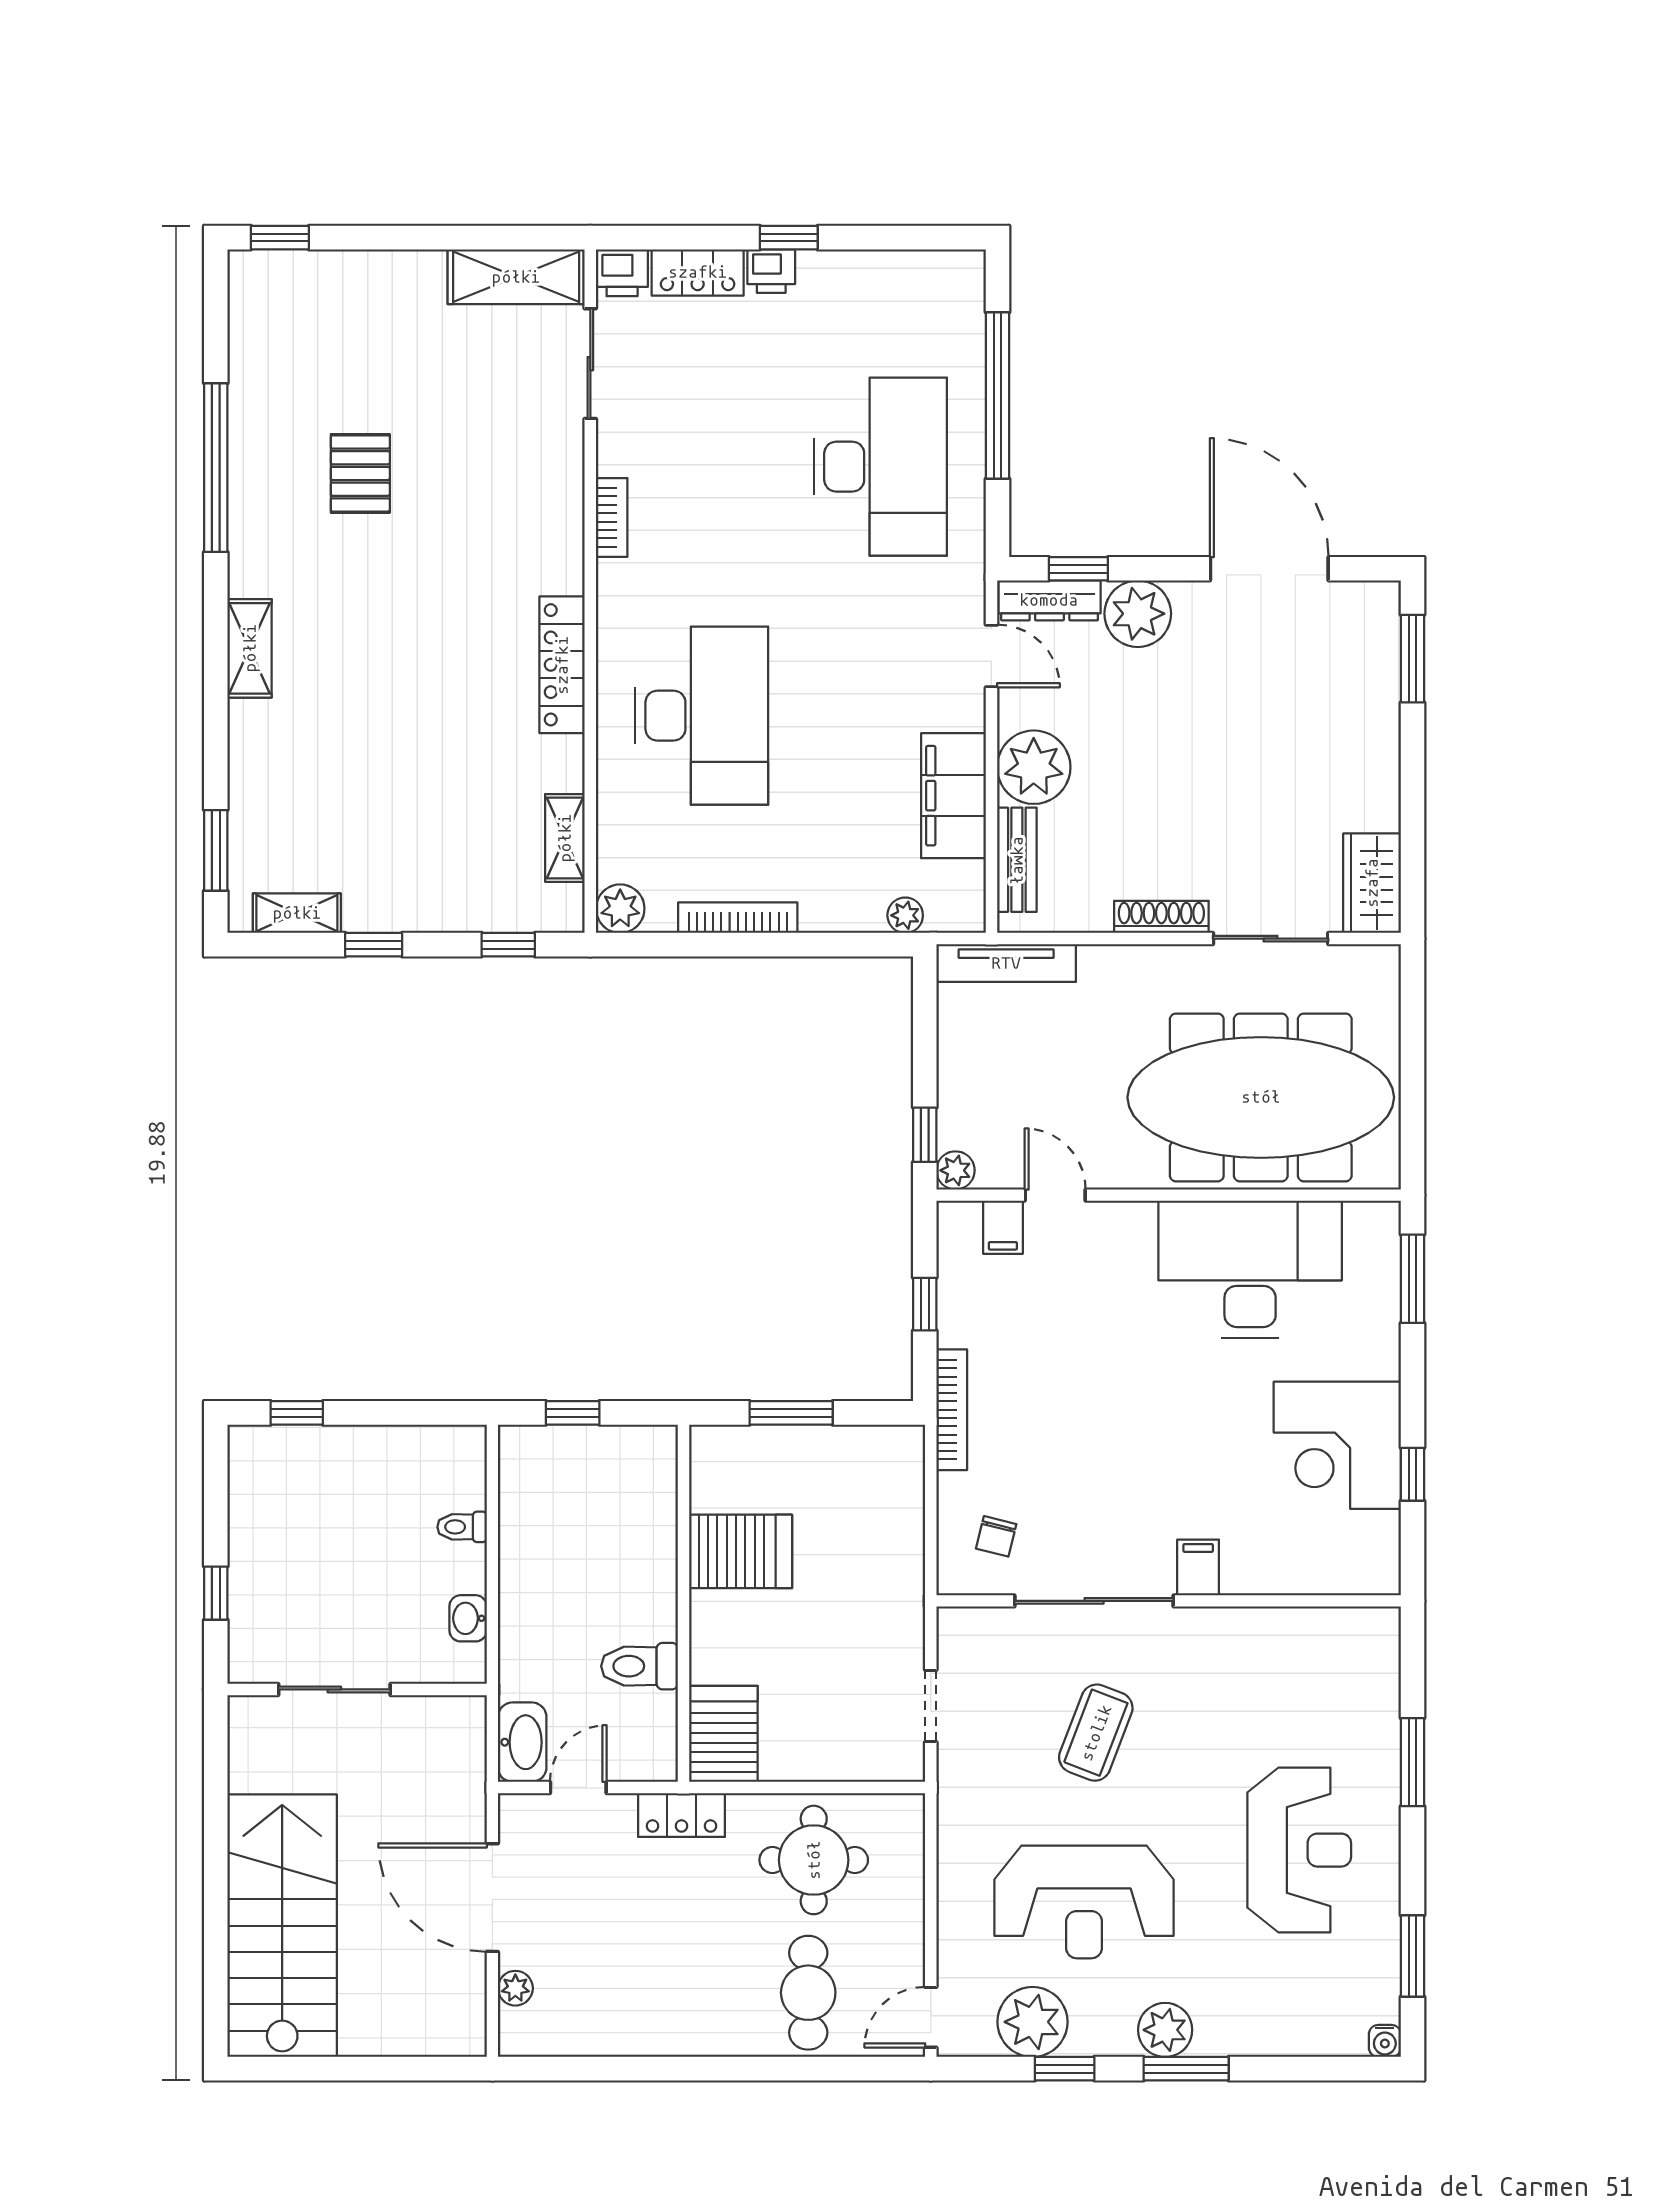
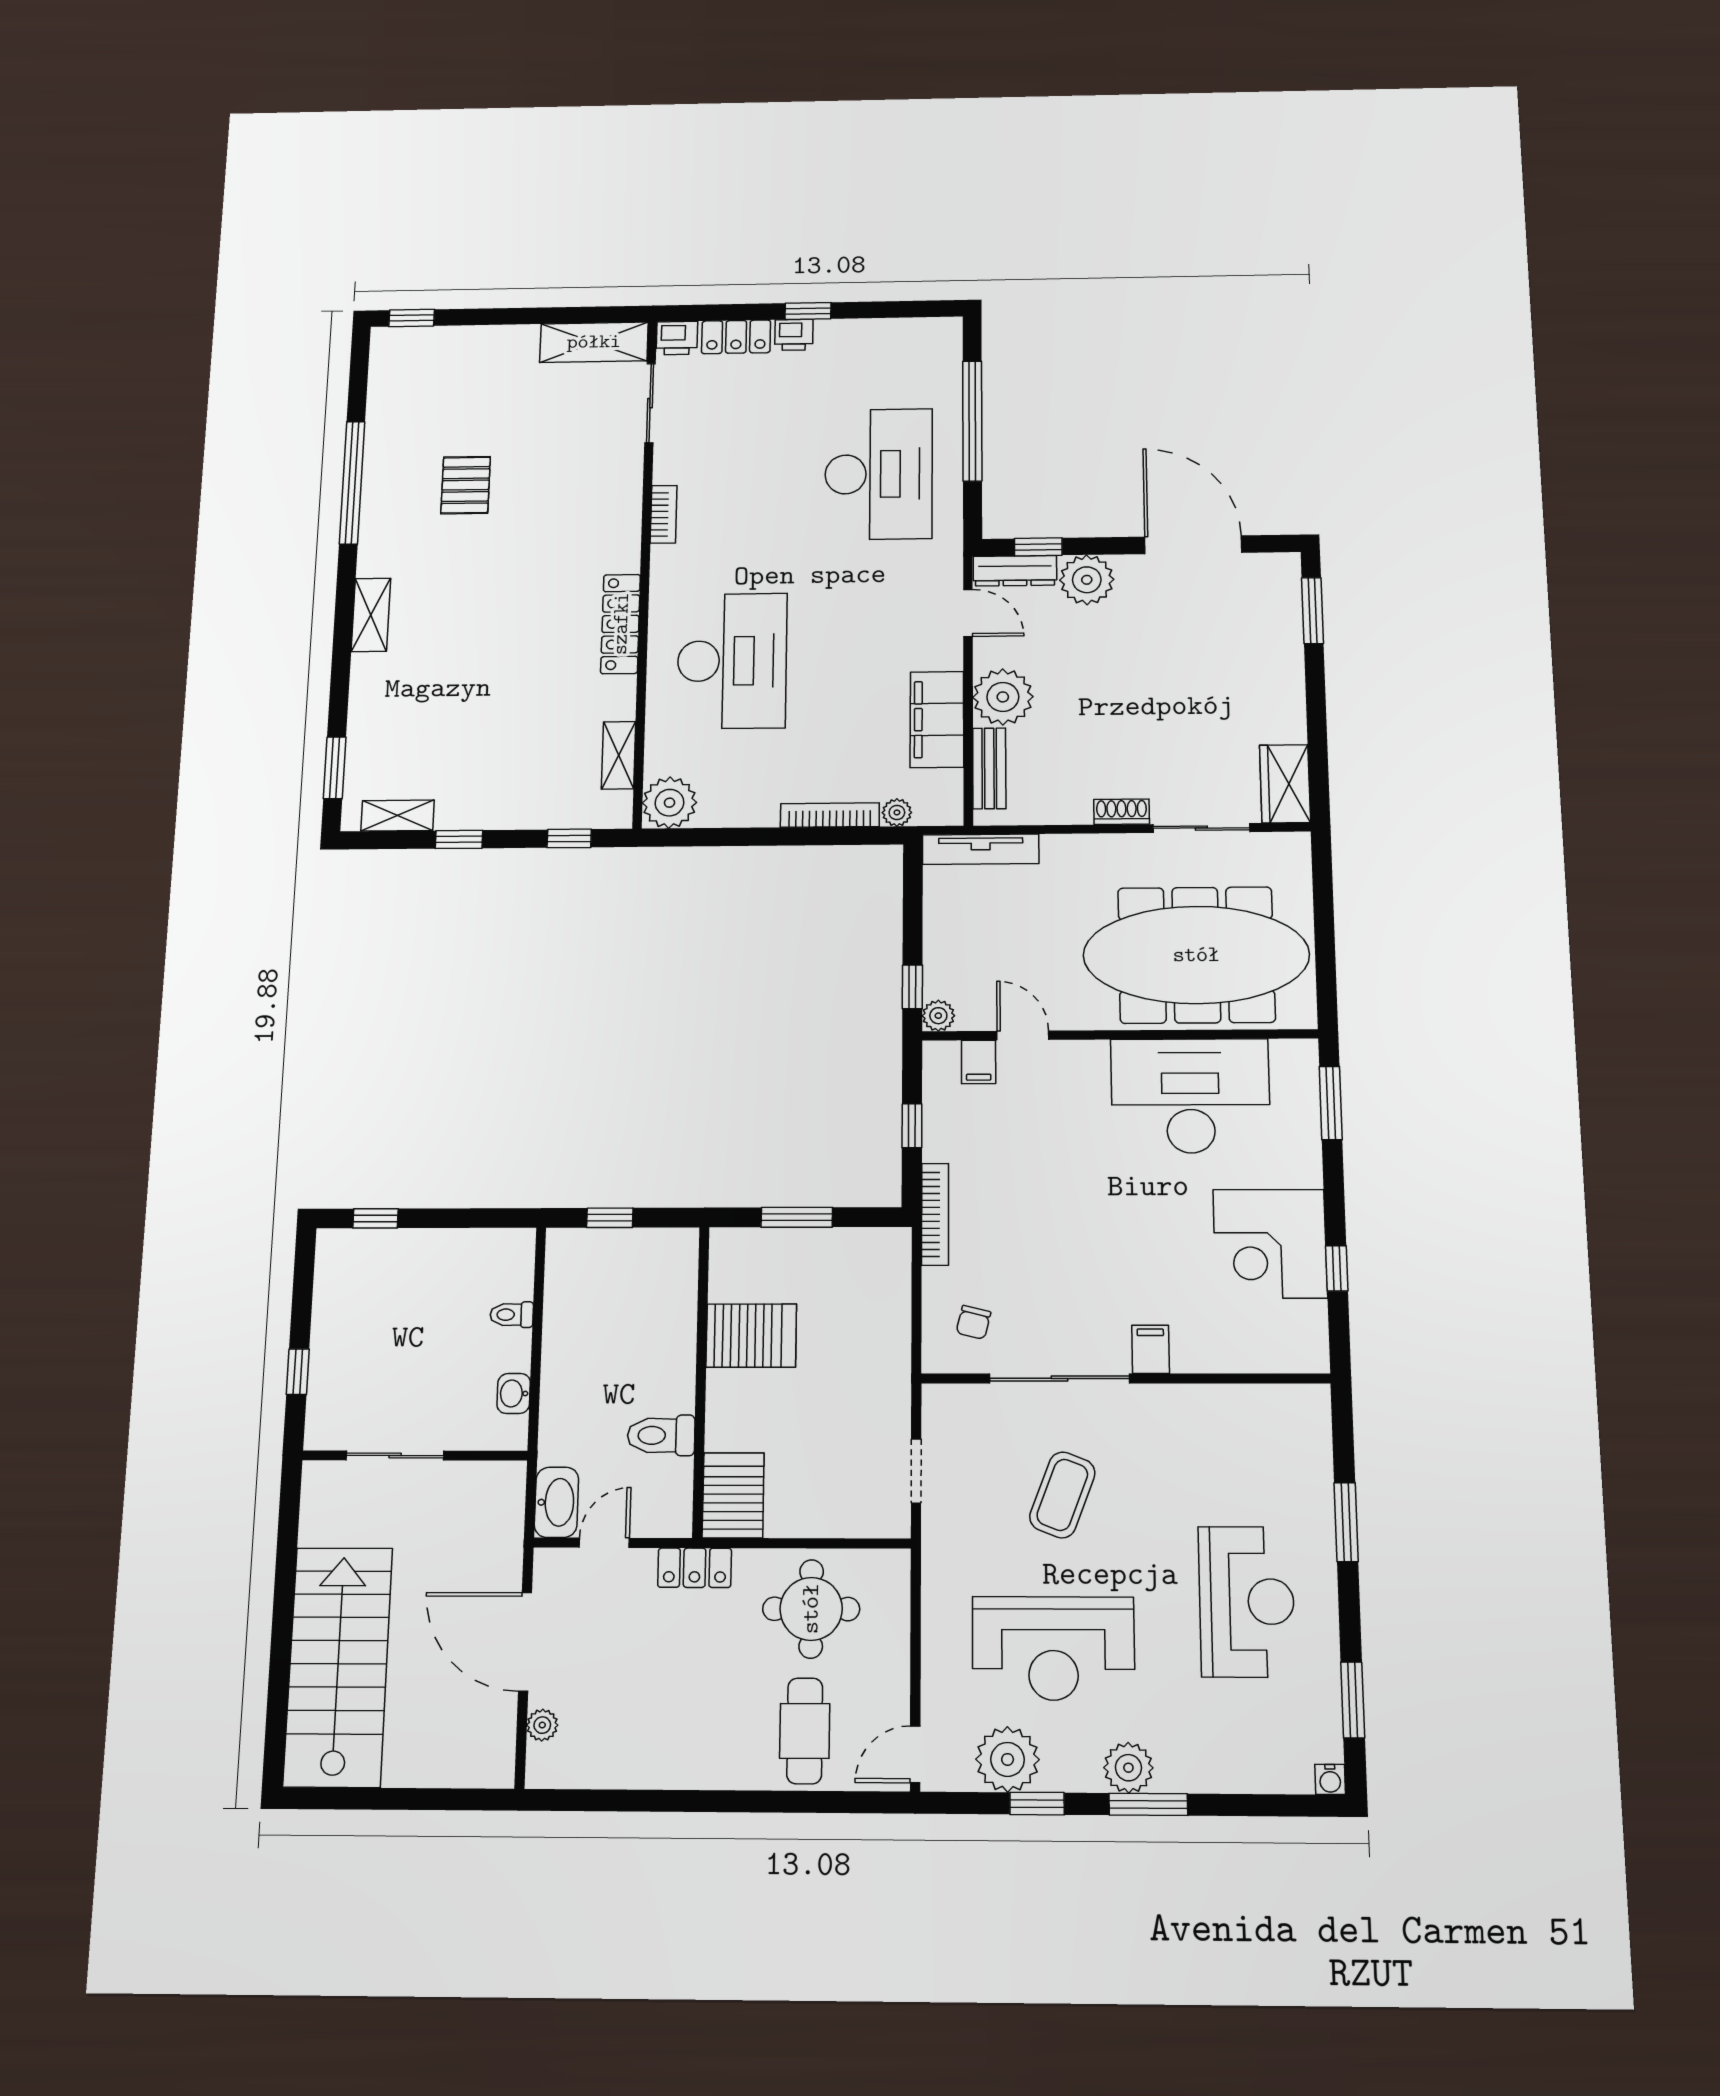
plant: (620, 909) -> (669, 803), width x1.36, depth x1.36
shoe rack: (1161, 917) -> (1122, 812), width x0.70
bookcase: (738, 918) -> (830, 815), moved

